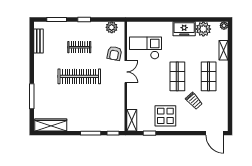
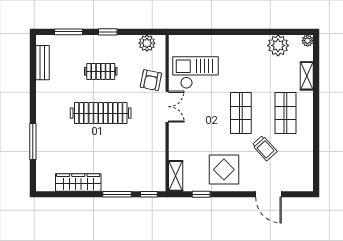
freezer: (184, 29) -> (251, 45), removed
wardrobe: (51, 125) -> (78, 183), moved
door: (215, 133) -> (268, 194), moved

